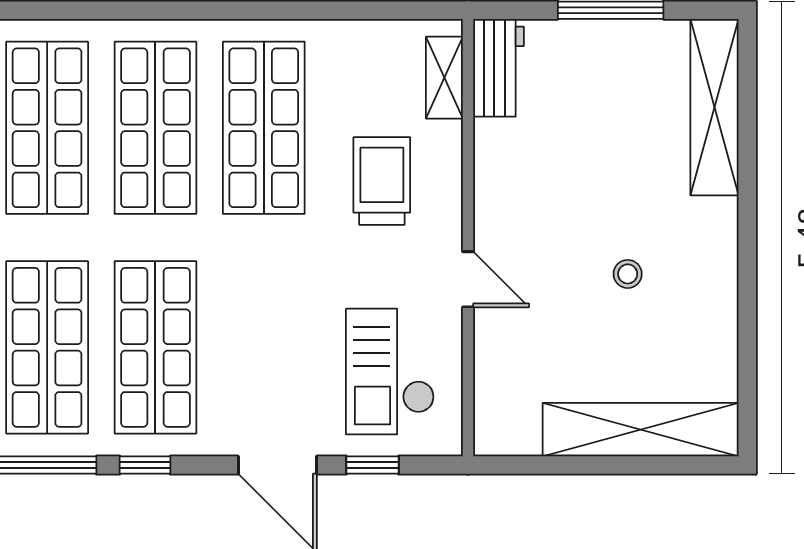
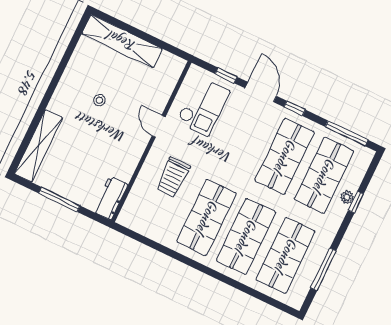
shelving: (444, 78) -> (132, 204), removed
window: (145, 465) -> (295, 108), moved

